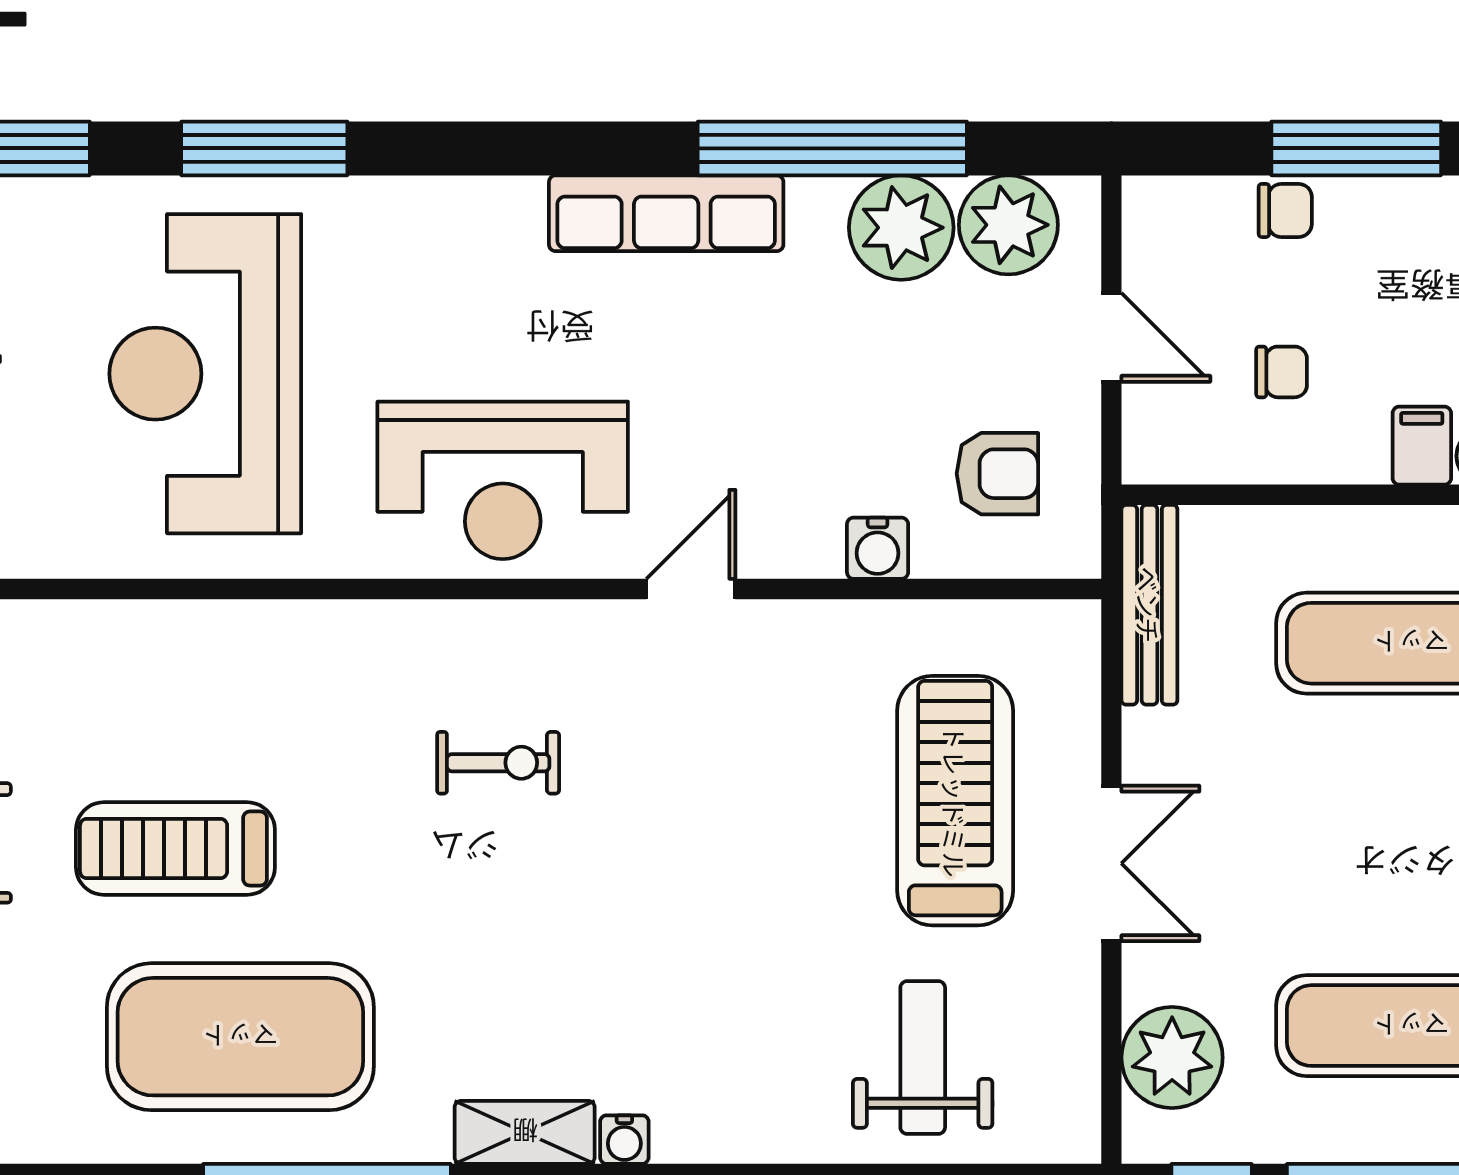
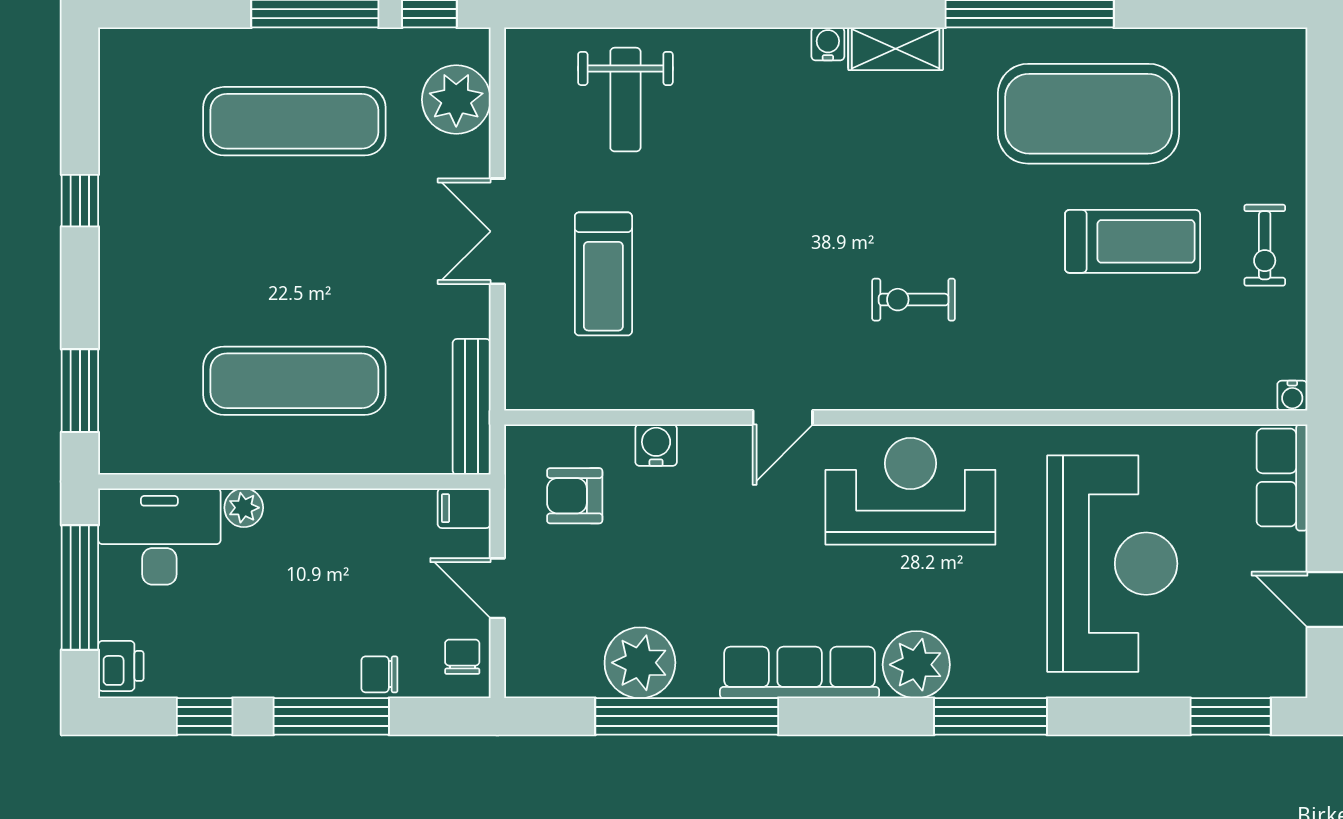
window: (264, 148) -> (990, 716), moved
plant: (1008, 225) -> (916, 665), moved
chair: (1282, 372) -> (462, 657), moved, turned 90
filing cabinet: (1422, 446) -> (464, 508), moved, turned 90
treadmill: (955, 801) -> (603, 274), width x0.73, depth x0.73

